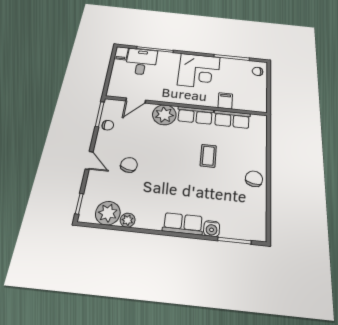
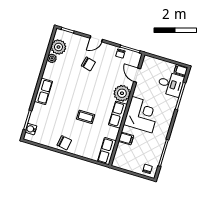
corner desk: (199, 71) -> (142, 115), moved, turned 180
row of seats: (232, 119) -> (107, 151), moved
water cooler: (212, 229) -> (31, 129), moved

